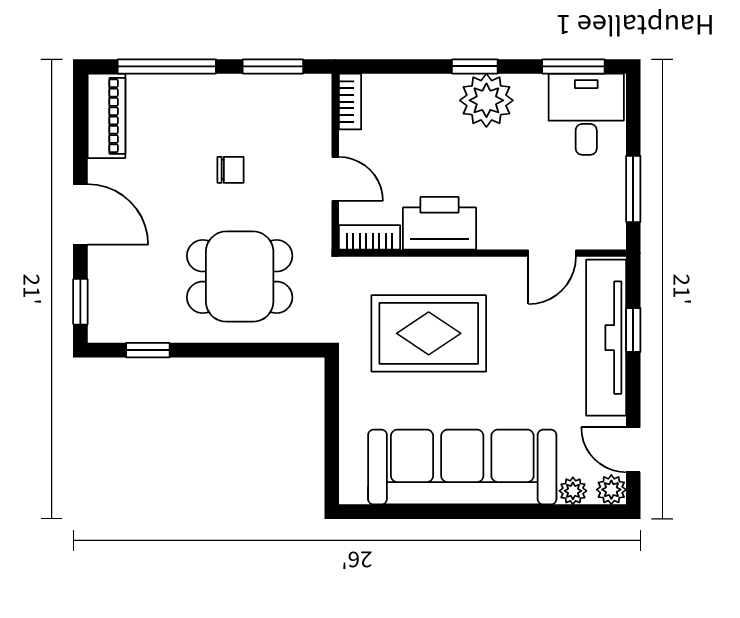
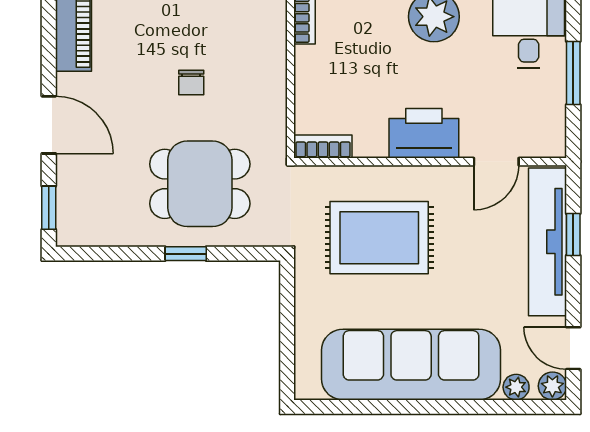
chair: (231, 170) -> (191, 83), turned 90
door: (335, 179) -> (291, 91), removed
window: (633, 189) -> (573, 73), moved
printer: (439, 223) -> (424, 133), moved
window: (148, 350) -> (186, 254), moved

